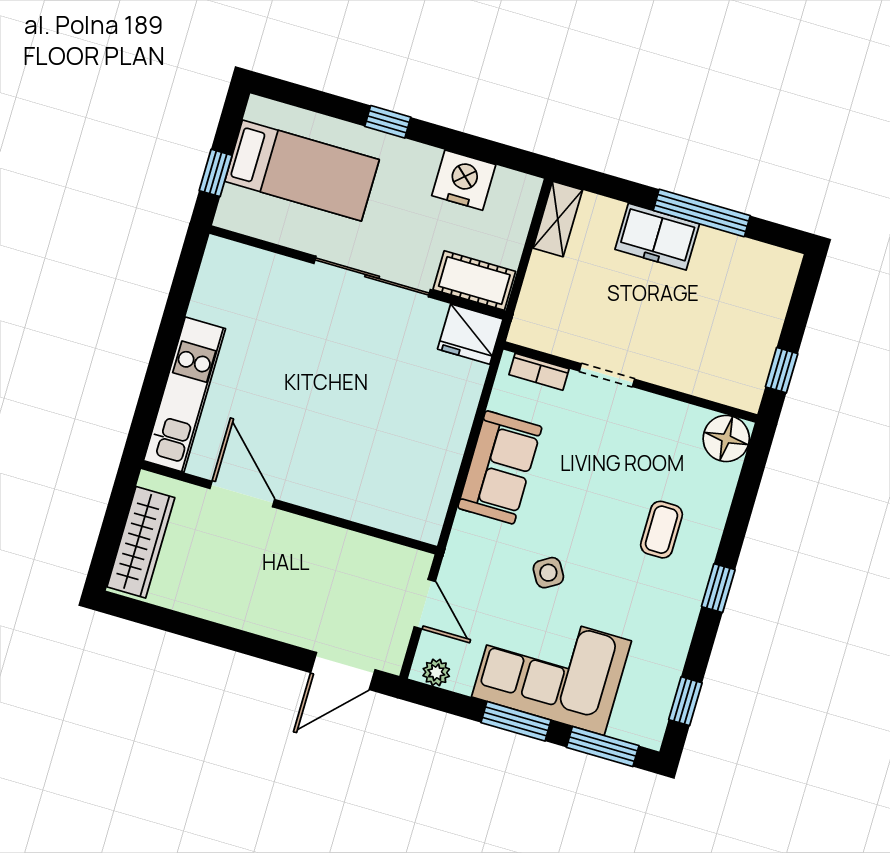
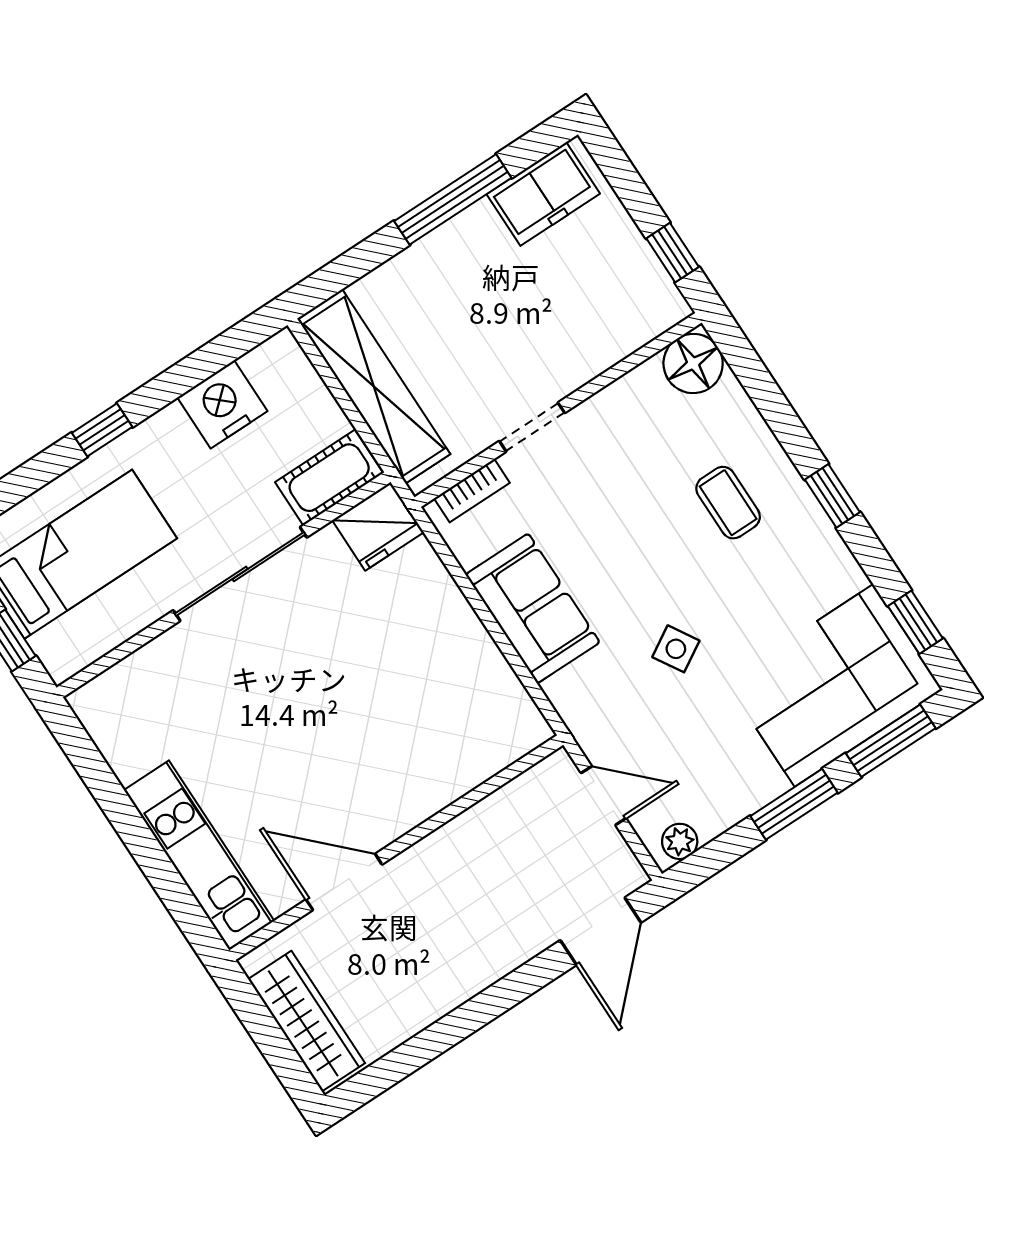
shelving: (558, 219) -> (374, 386), width x2.20, depth x1.33
freezer: (657, 237) -> (543, 194), moved
corner sofa: (552, 669) -> (834, 685), moved

